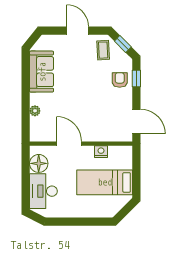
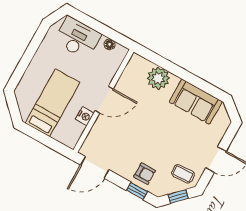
plant: (35, 111) -> (158, 78), width x1.88, depth x1.88
door: (69, 144) -> (104, 100), moved
floor lamp: (39, 163) -> (110, 44), width x0.53, depth x0.53

